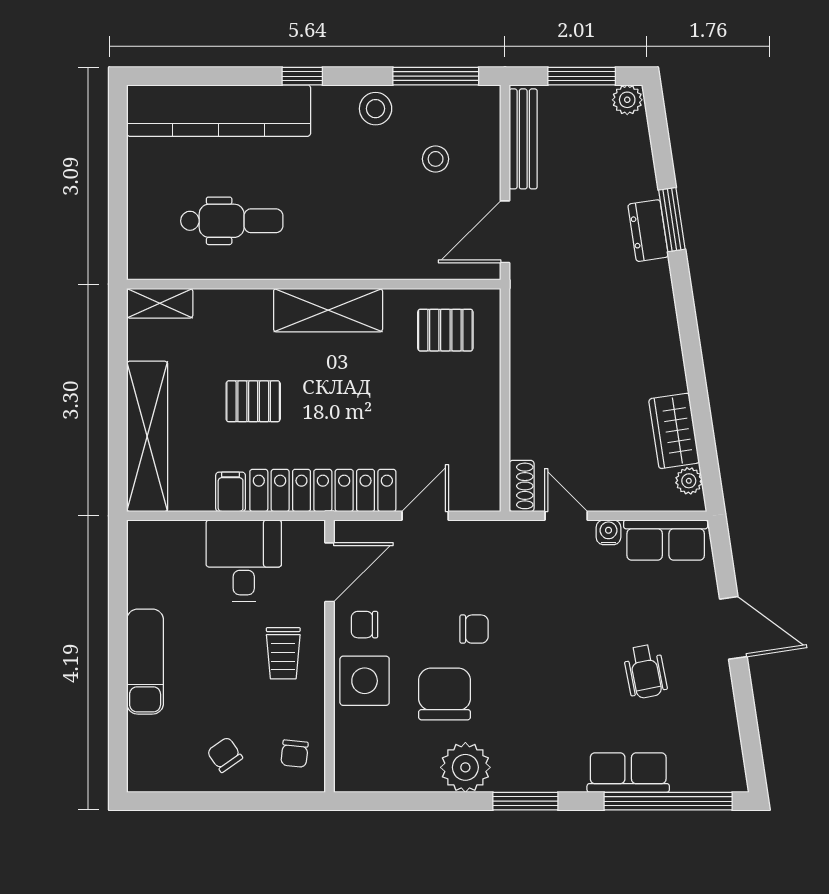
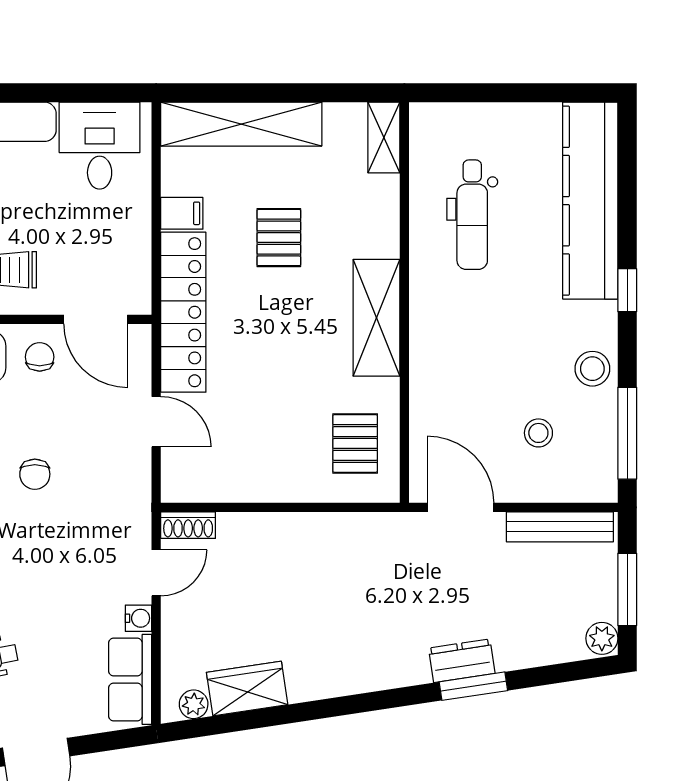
desk: (244, 561) -> (100, 146), moved, turned -90

